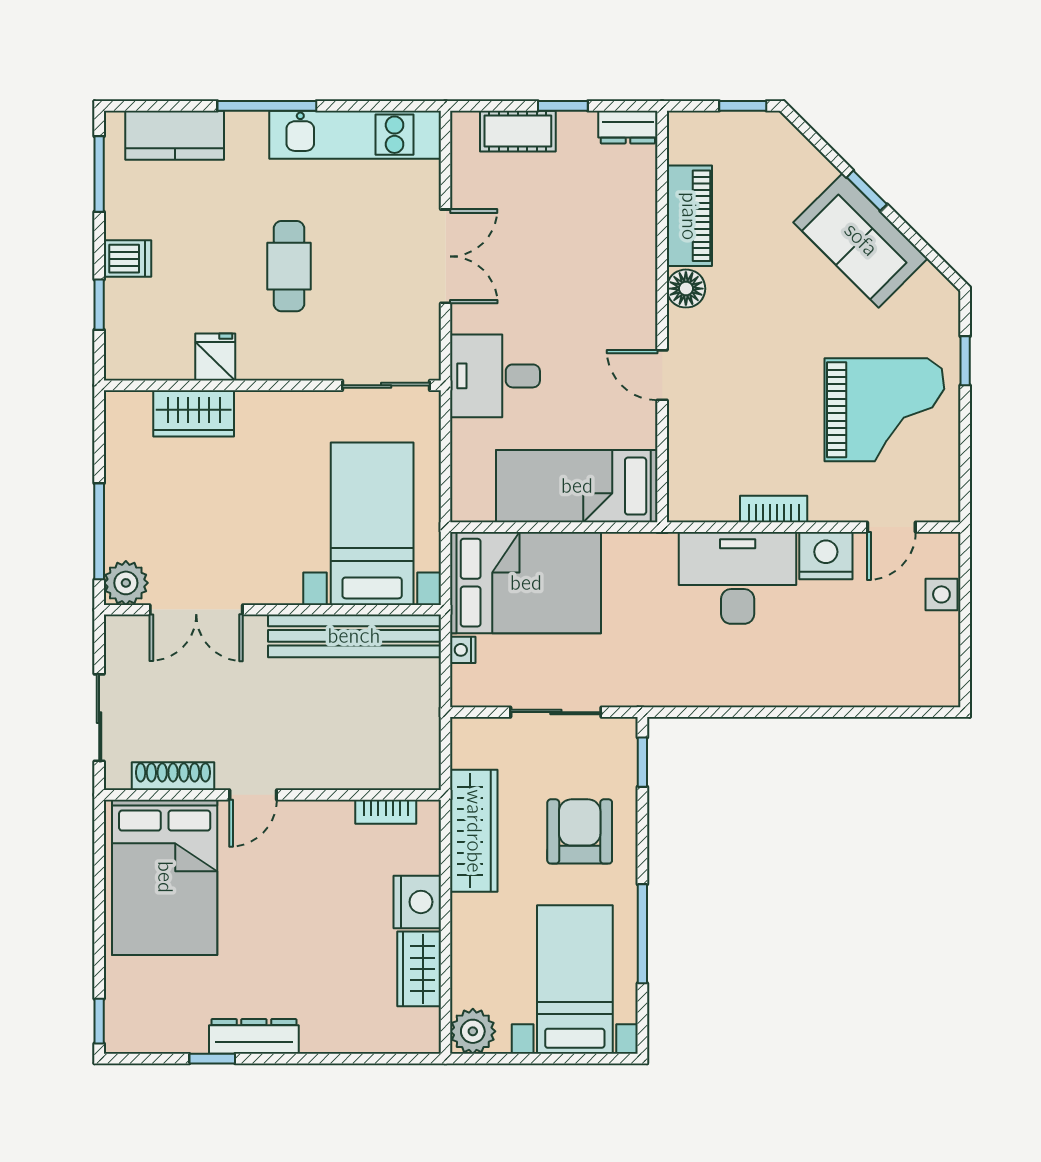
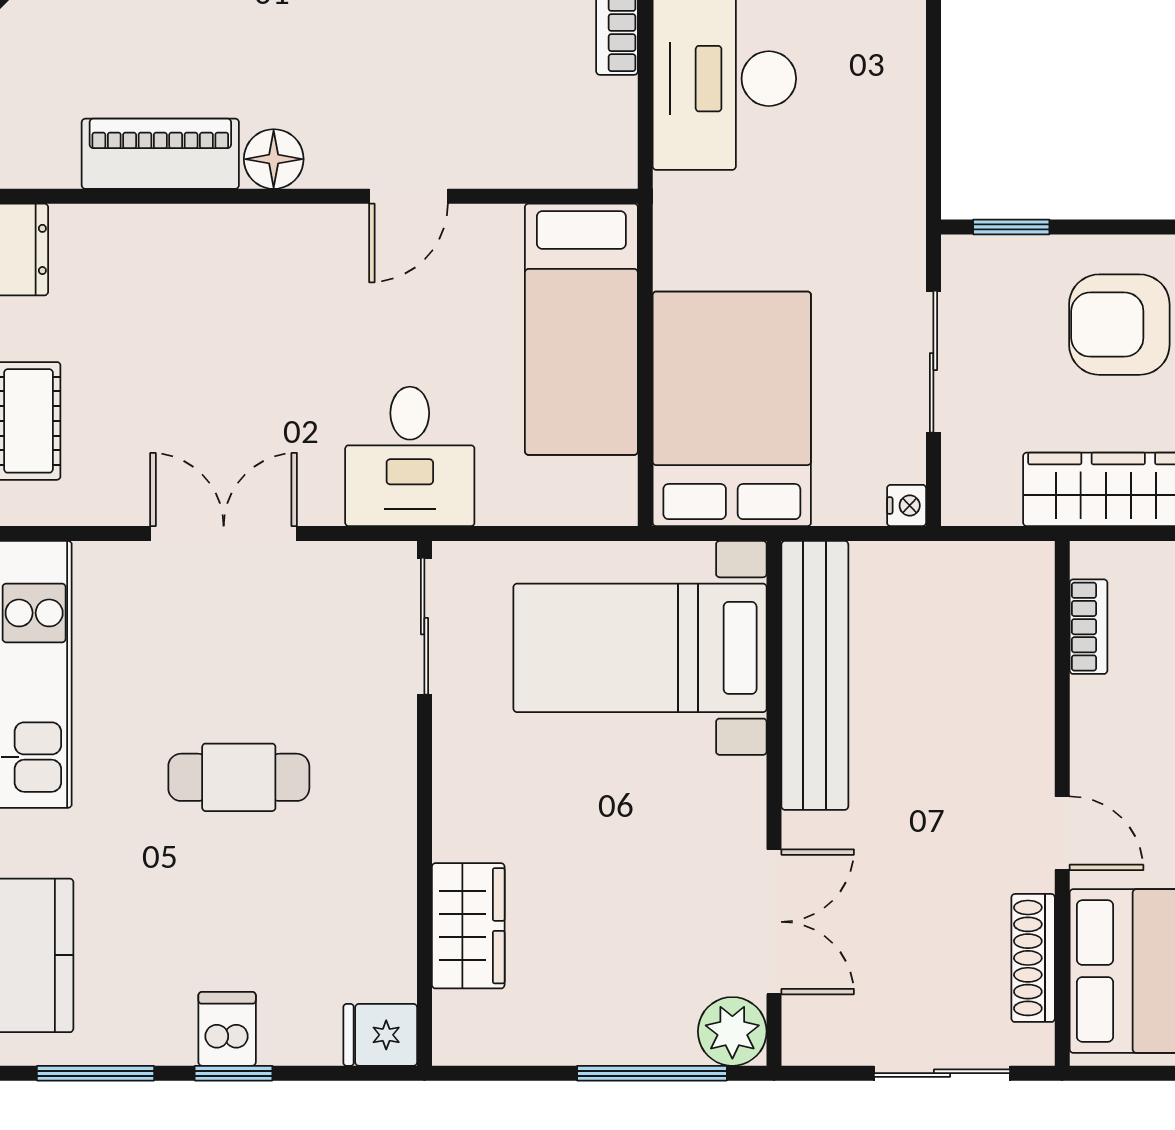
window: (99, 305) -> (234, 1073), moved
fridge: (215, 357) -> (380, 1035), moved
nightstand: (463, 650) -> (907, 505), moved, turned -90

